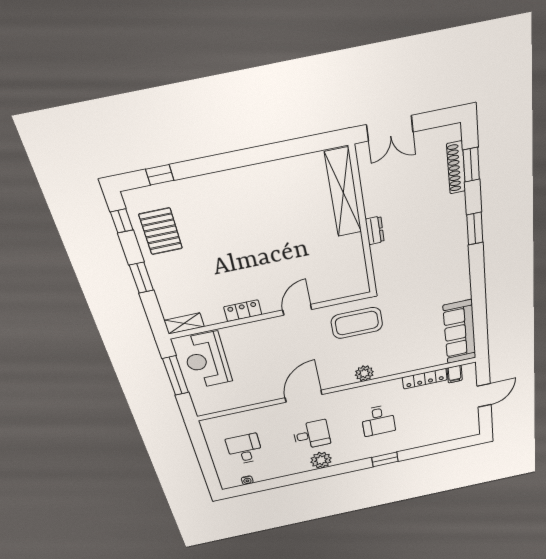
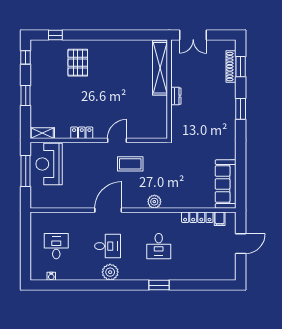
pallet: (161, 231) -> (78, 63), moved
coffee table: (357, 323) -> (130, 164), moved, width x0.73, depth x0.76

